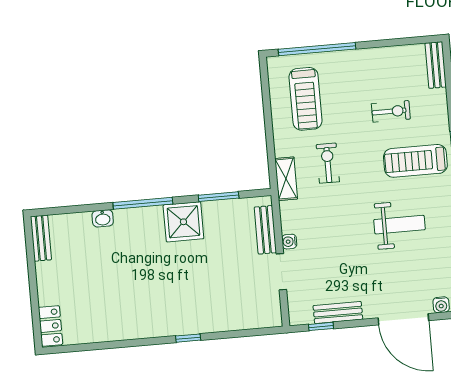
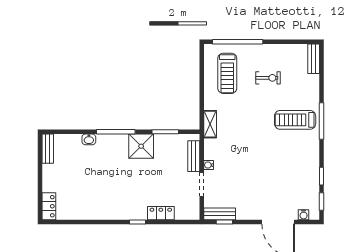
exercise bike: (391, 111) -> (268, 78), moved
exercise bike: (328, 163) -> (238, 116), removed
weight bench: (399, 225) -> (281, 160), removed
bench: (338, 312) -> (220, 214), moved
locker: (223, 321) -> (161, 213), added

